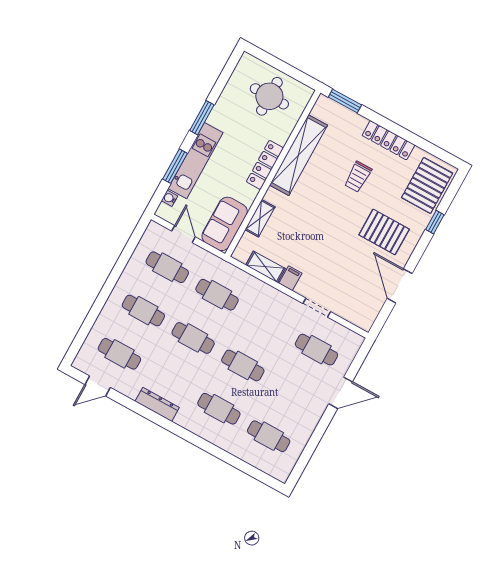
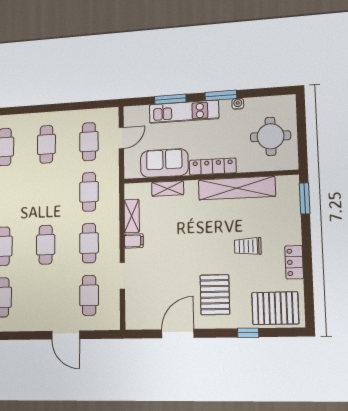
locker: (388, 140) -> (294, 262), width x0.66
water cooler: (170, 198) -> (238, 104), moved
sofa: (225, 224) -> (164, 163), moved
cafe table: (193, 338) -> (89, 243), moved

